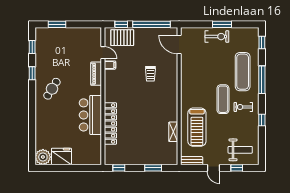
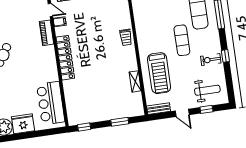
trolley: (150, 74) -> (126, 37), moved
exercise bike: (243, 107) -> (211, 60), moved
bar counter: (90, 115) -> (51, 103), moved
locker: (110, 123) -> (65, 58), moved

